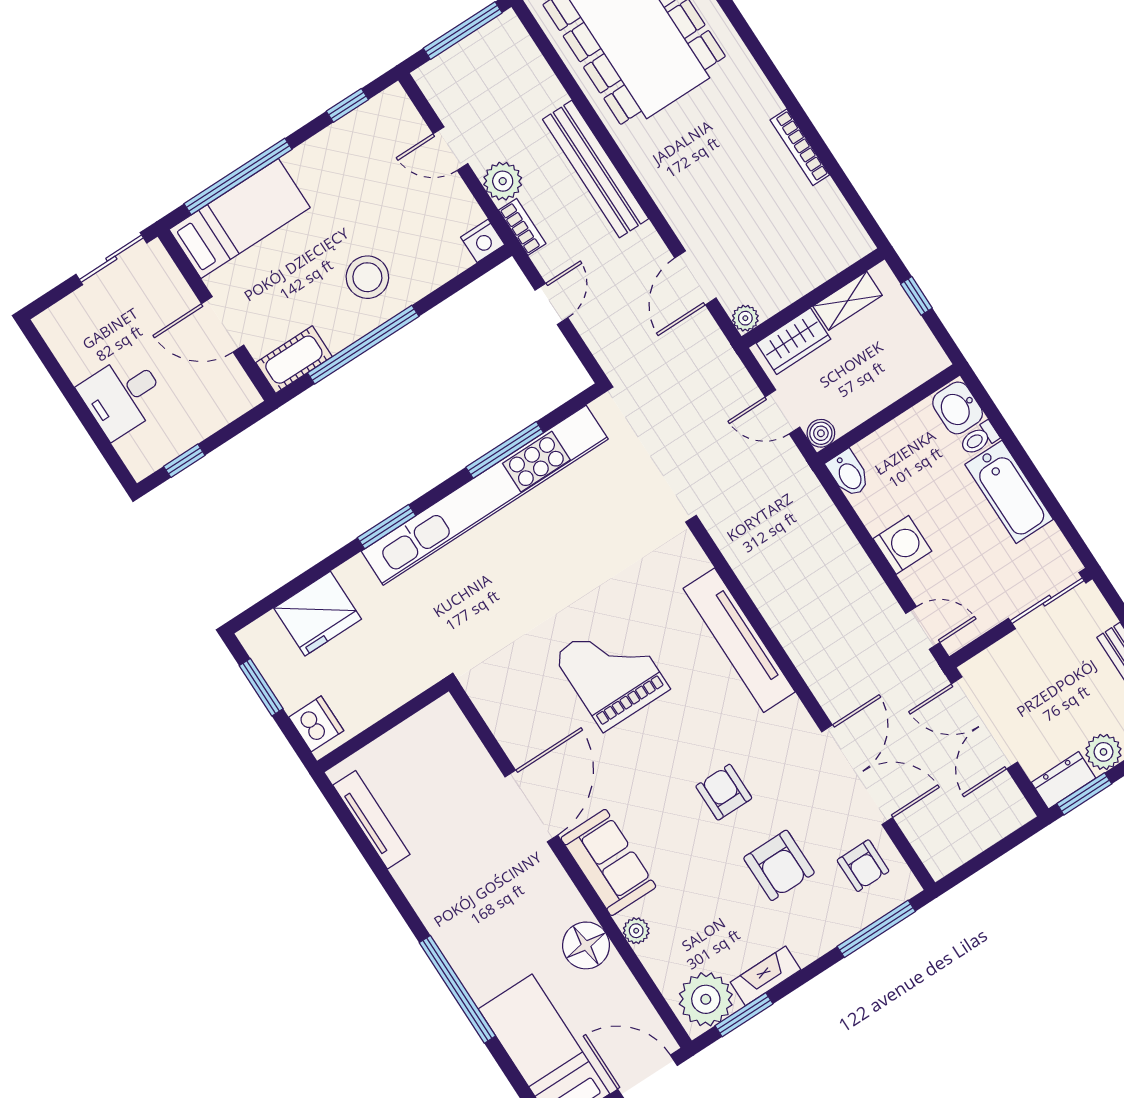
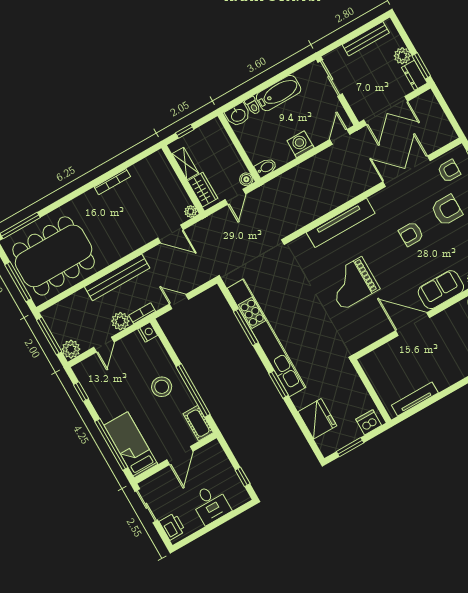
plant: (437, 79) -> (71, 349), added
printer: (70, 317) -> (172, 526), added

